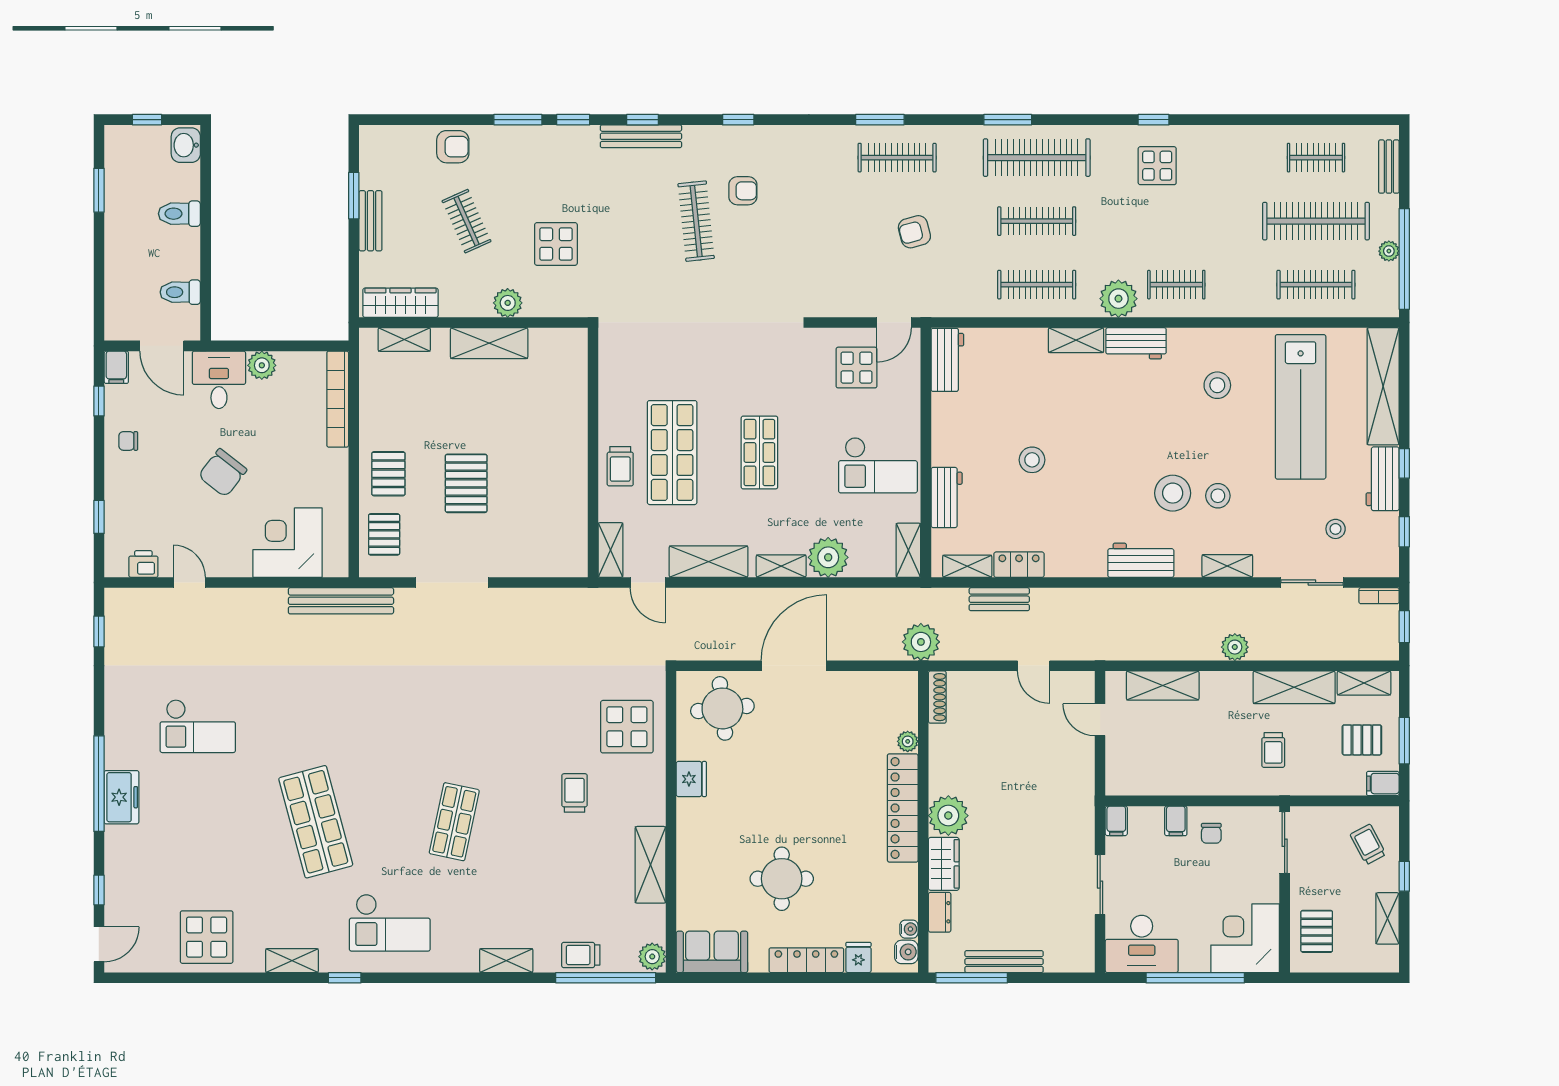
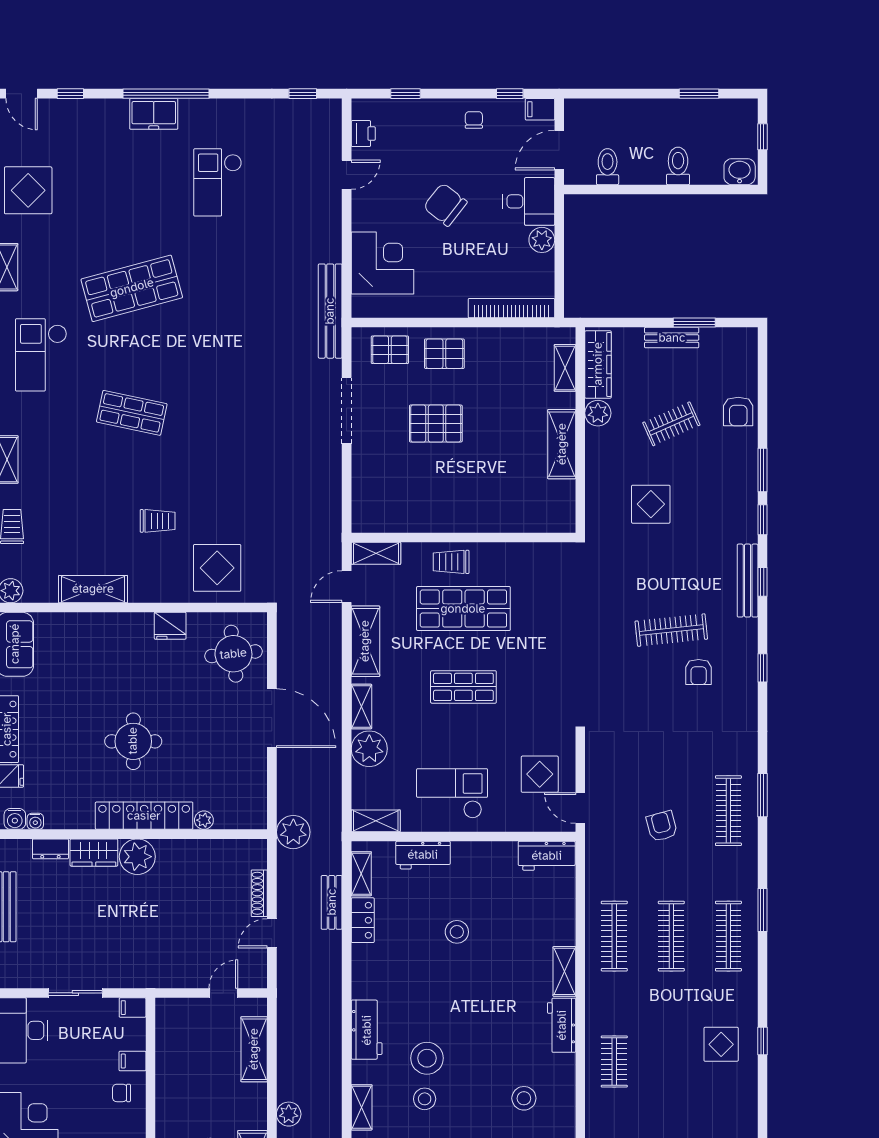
clothes rail: (1037, 158) -> (728, 936), width x0.73, depth x0.76
plant: (1118, 299) -> (602, 1010), removed
plant: (508, 303) -> (598, 413), moved
checkout: (878, 465) -> (452, 793), turned 90
shoe rack: (937, 697) -> (259, 893), moved, turned 90
round table: (782, 879) -> (133, 741), moved

